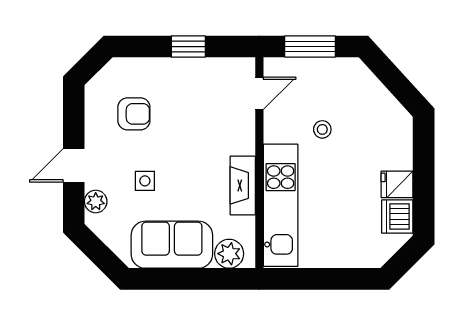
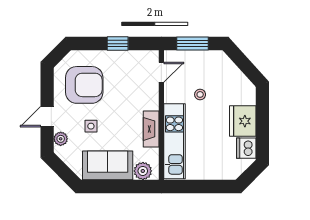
armchair: (134, 114) -> (84, 85), width x1.88, depth x1.88
fridge: (397, 184) -> (243, 121), width x1.88, depth x1.34

